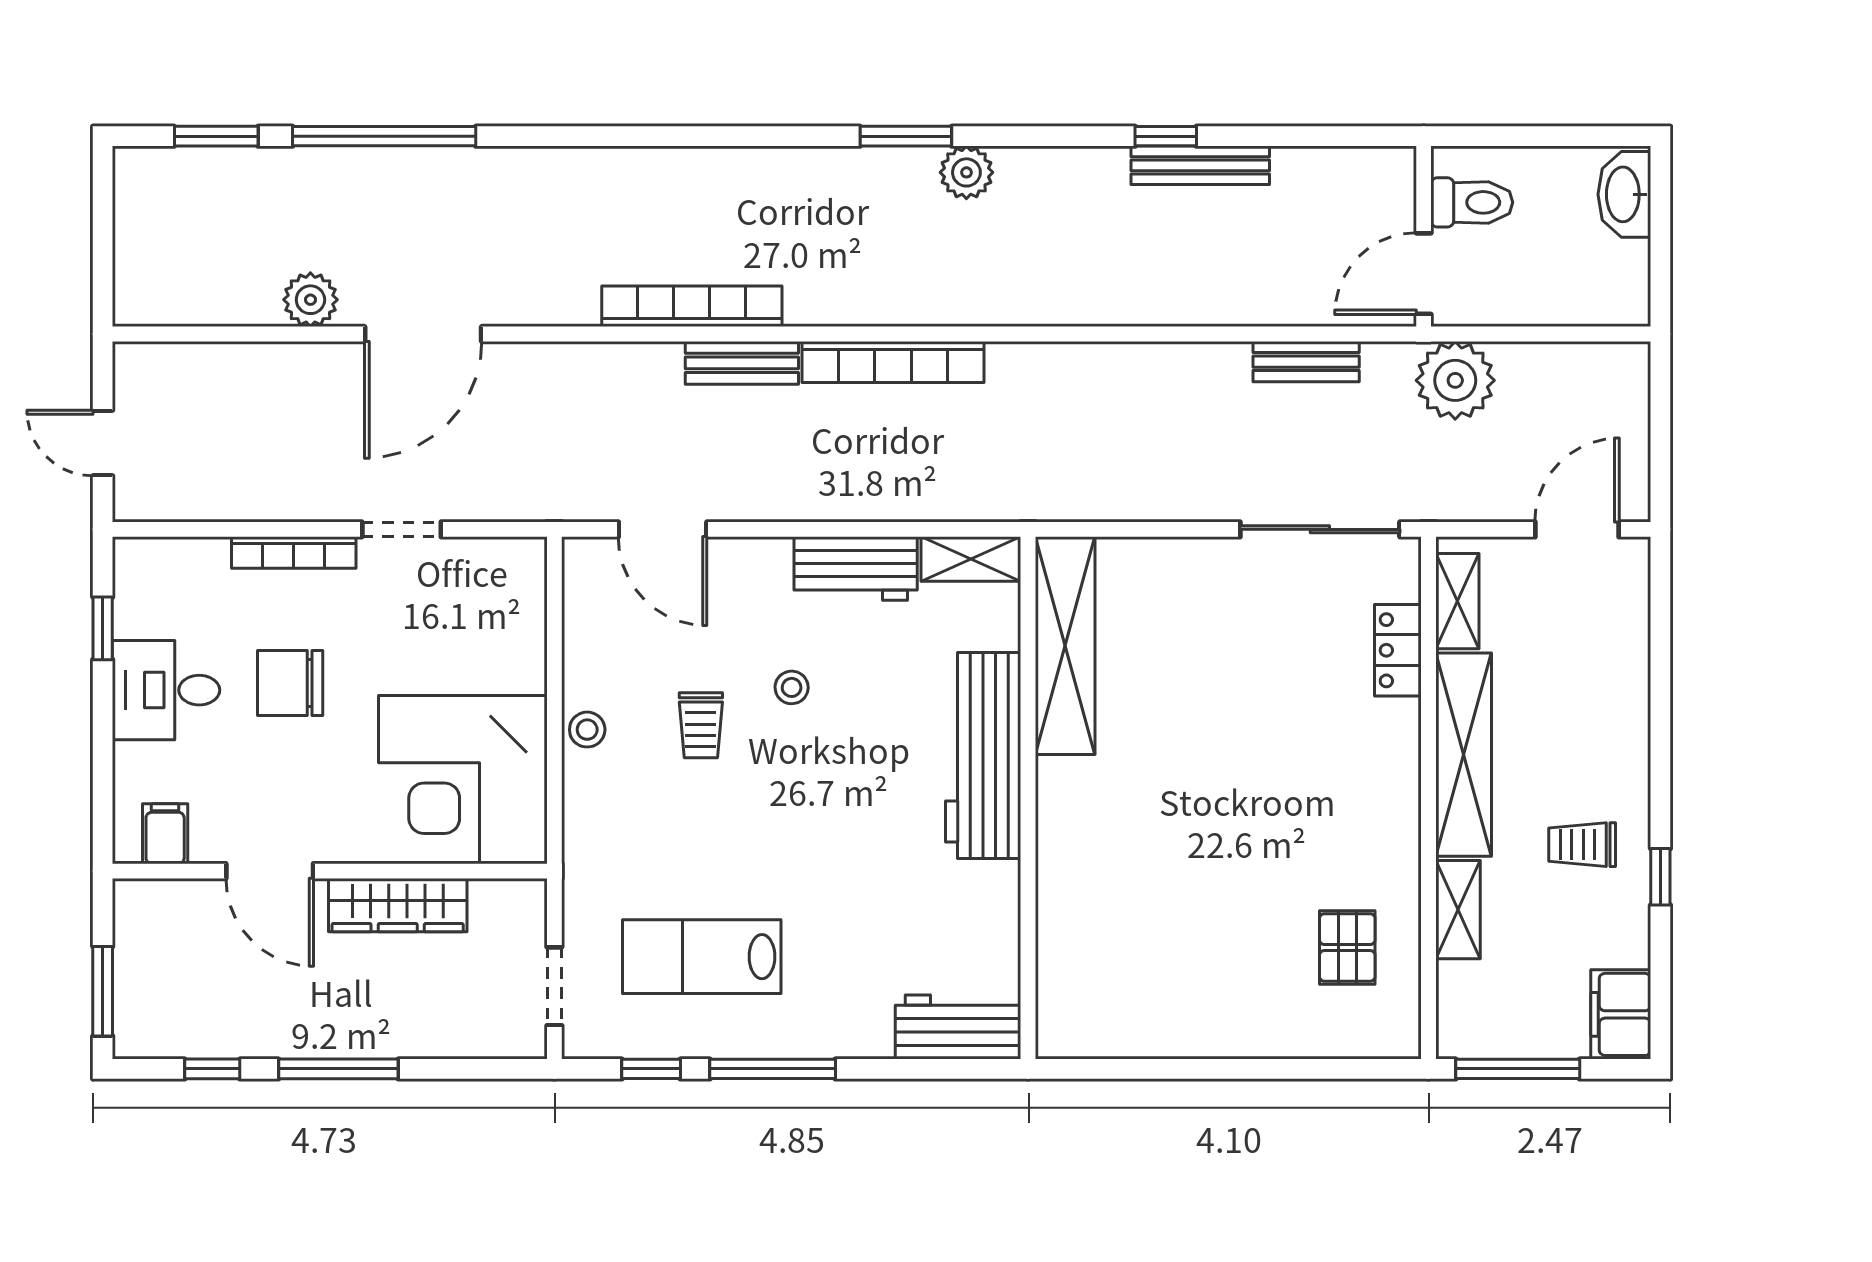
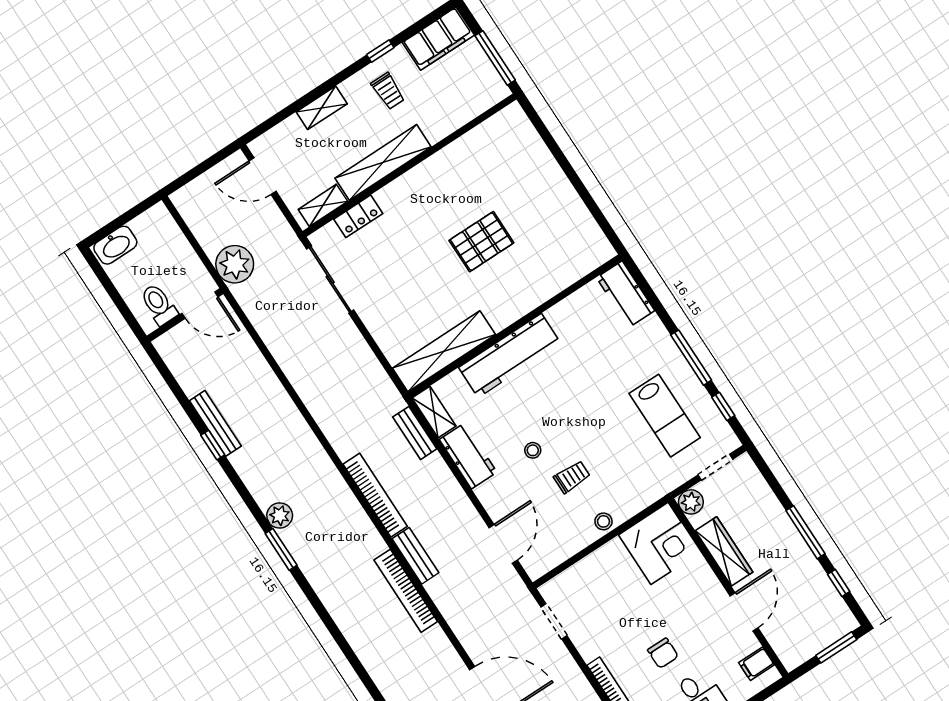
bench: (1306, 362) -> (415, 433), moved
doorway: (402, 529) -> (554, 621), moved
chair: (290, 683) -> (663, 653), width x0.73, depth x0.73
corner desk: (463, 780) -> (659, 543), width x0.74, depth x0.74
plant: (522, 904) -> (691, 502), added
shelving: (1458, 910) -> (322, 108), moved
pallet: (1347, 948) -> (481, 242), moved, width x1.50, depth x1.42
filing cabinet: (1621, 1014) -> (438, 39), width x1.50, depth x1.17

